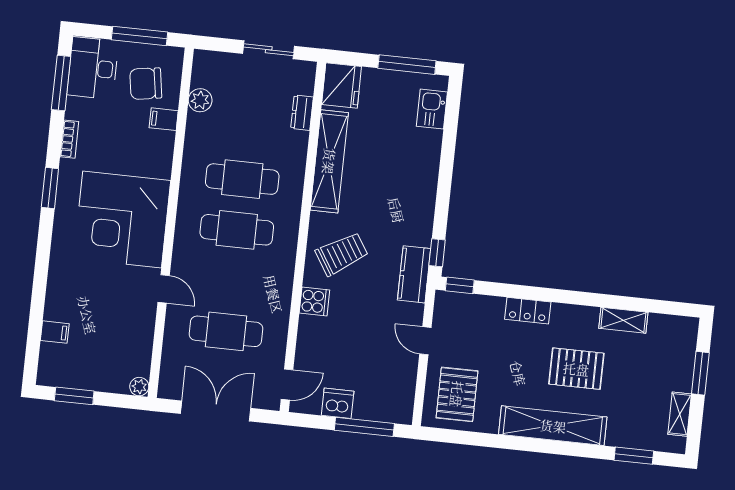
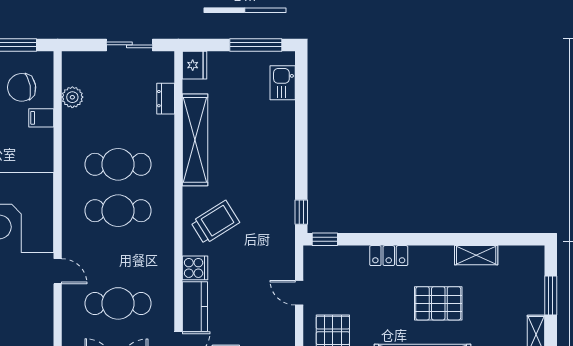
fridge: (342, 86) -> (195, 65), width x0.73, depth x0.75
kitchen counter: (414, 274) -> (195, 307), moved, turned 180

